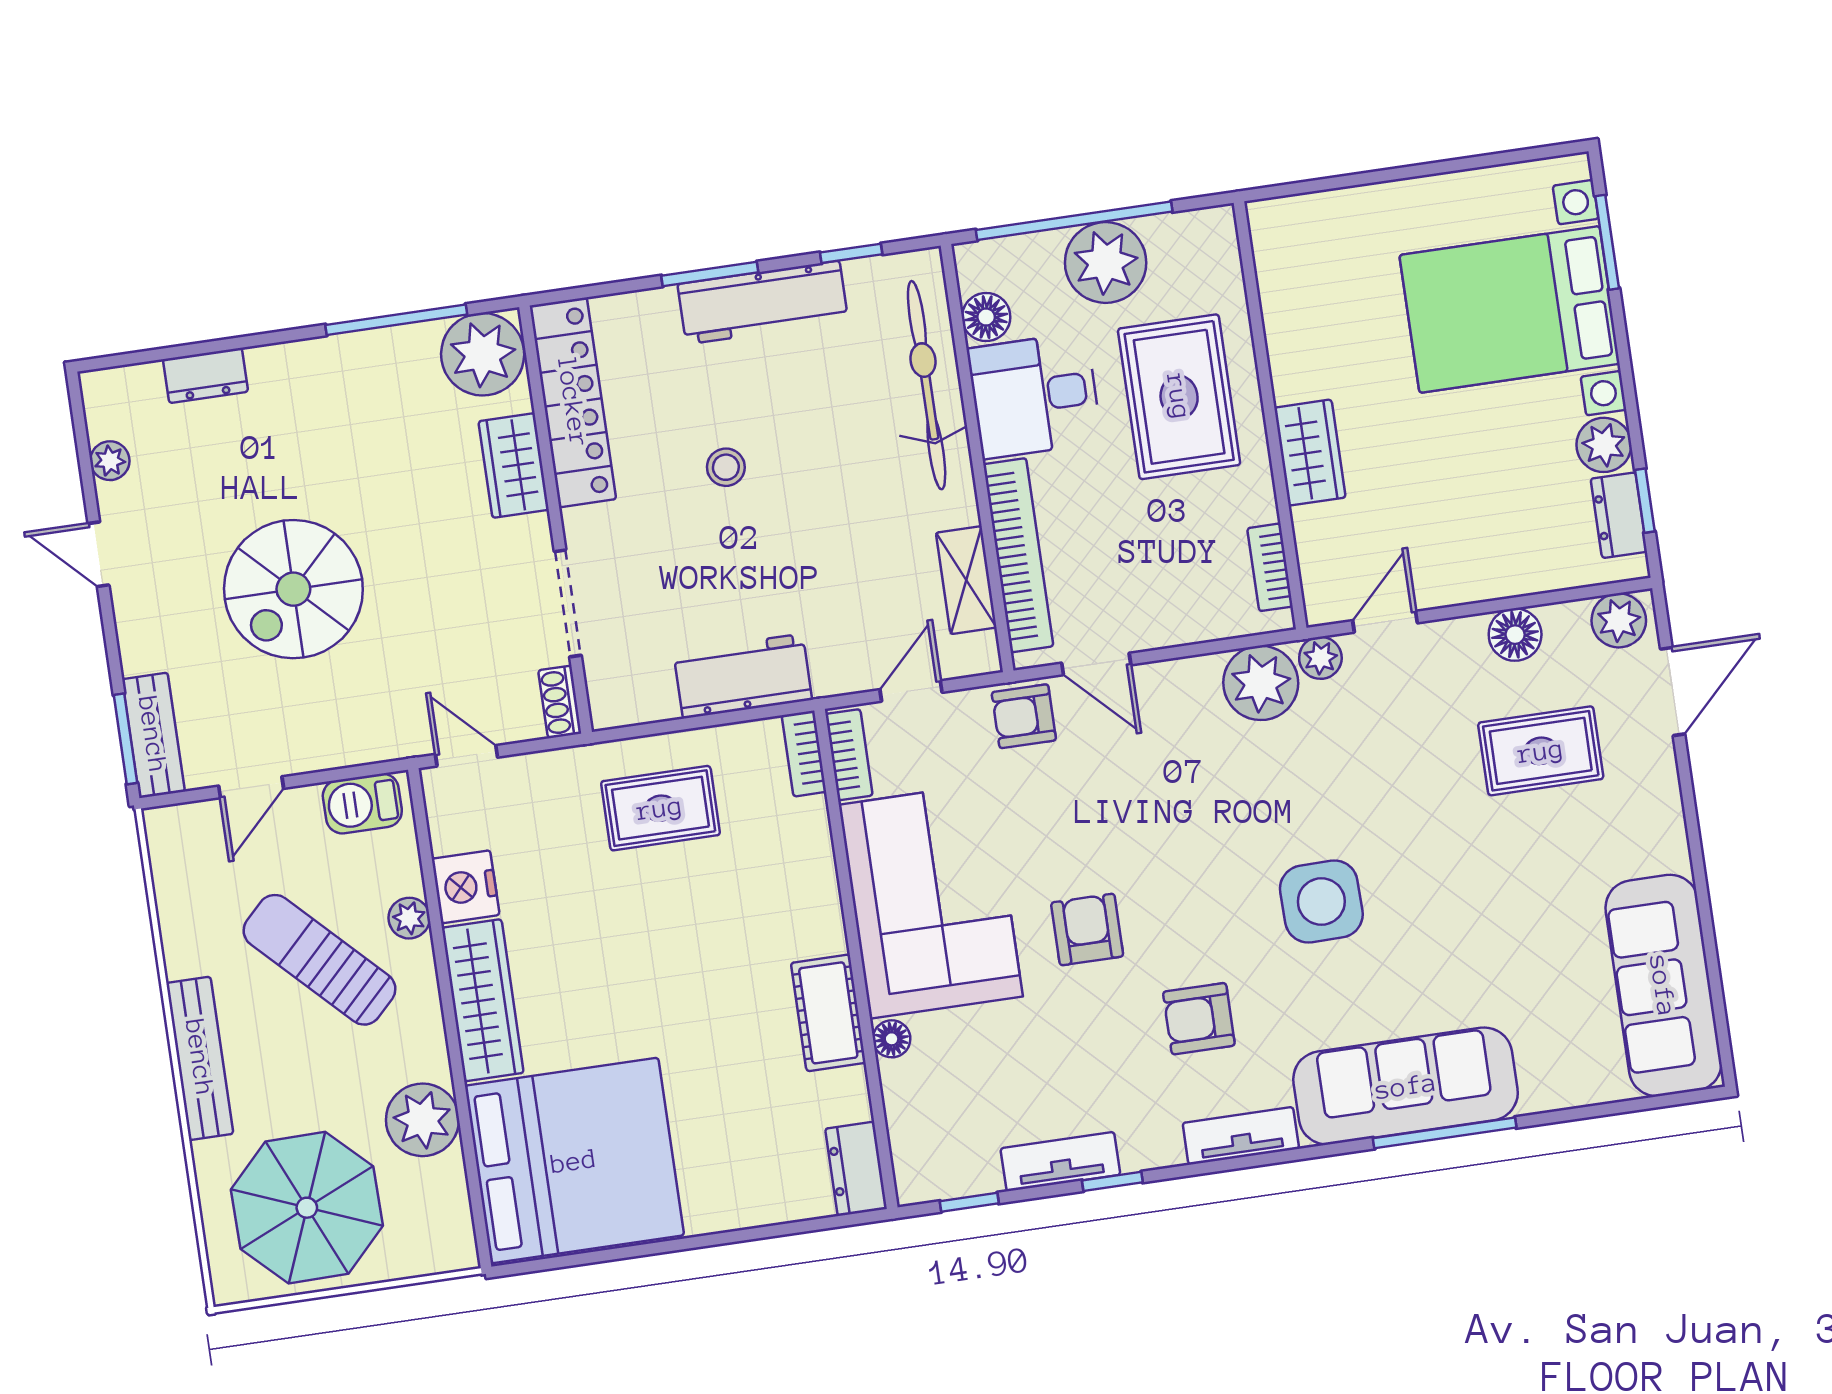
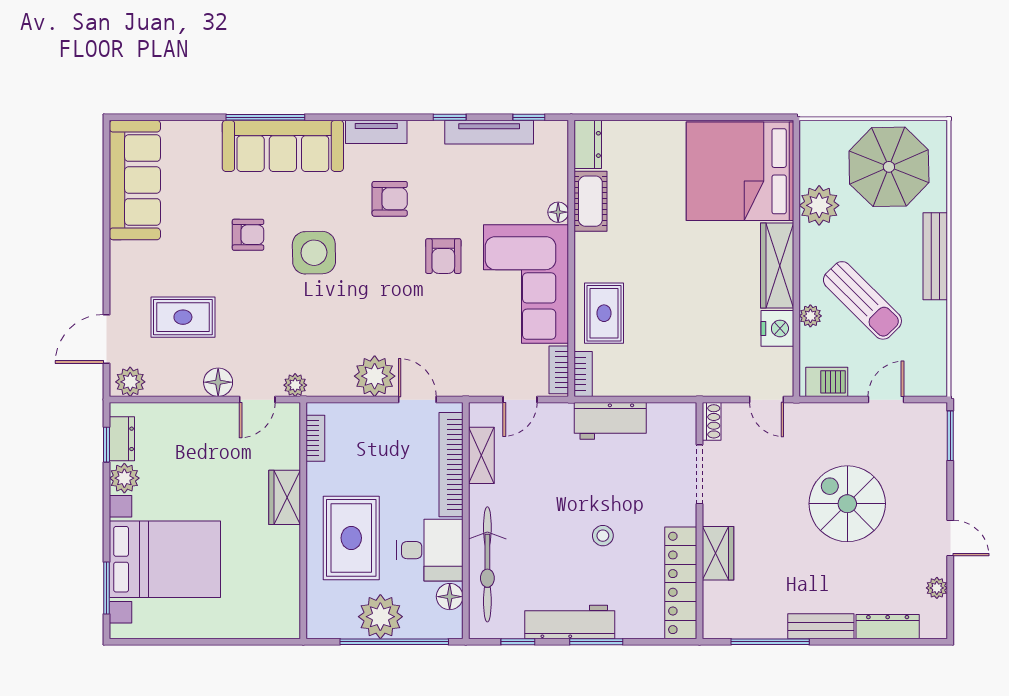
plant: (483, 354) -> (726, 616), removed
dresser: (205, 375) -> (888, 627), width x1.44
spiral stairs: (293, 589) -> (847, 504), turned -90
floor lamp: (1515, 635) -> (218, 382), moved
plant: (1261, 683) -> (375, 376), moved
armchair: (1024, 716) -> (248, 235), moved
bench: (153, 735) -> (821, 626), moved, turned 90
rug: (660, 808) -> (604, 313), moved, turned 90
cot: (828, 1013) -> (590, 201), moved
tv unit: (1060, 1162) -> (489, 132), width x1.41

